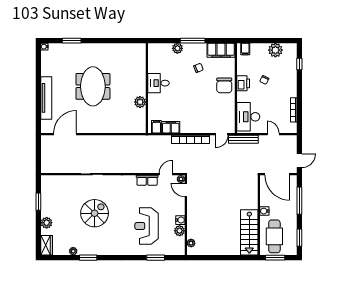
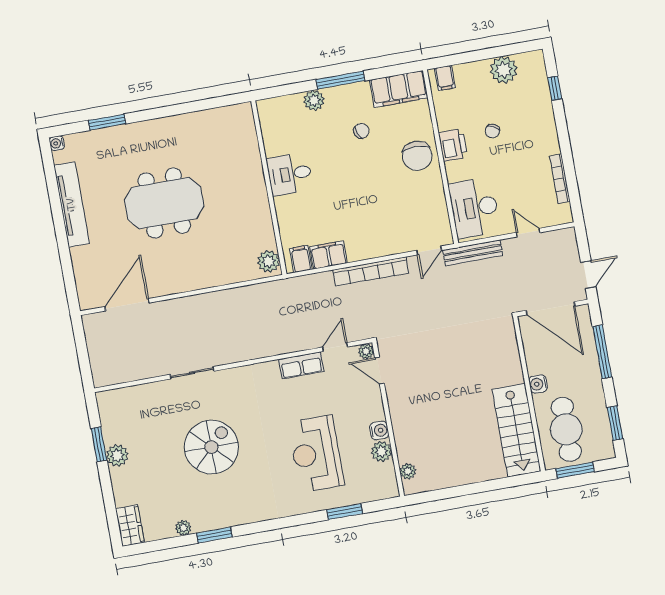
meeting table: (93, 86) -> (164, 203), turned 90
tv unit: (46, 98) -> (72, 204), moved
plant: (140, 102) -> (269, 261), moved
plant: (47, 223) -> (117, 455), moved

